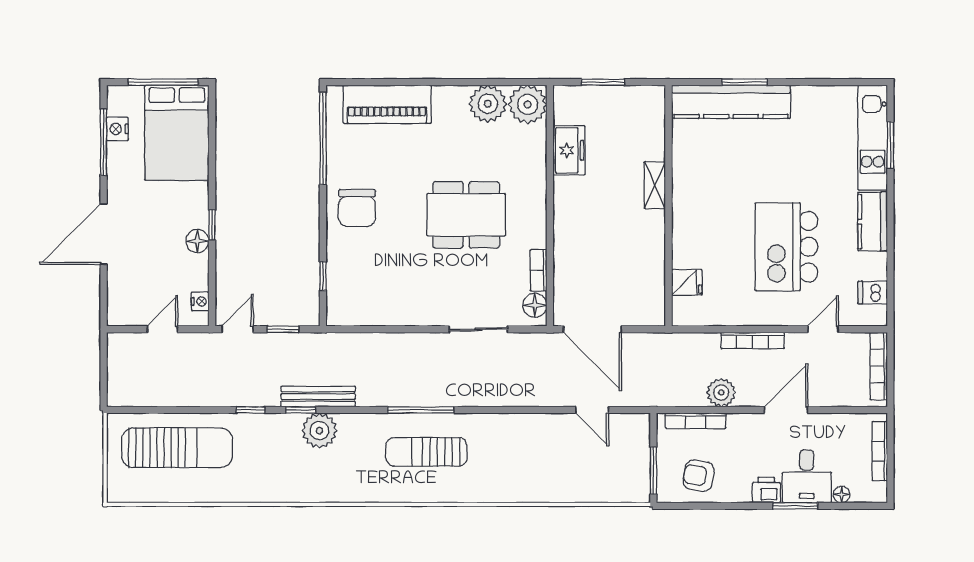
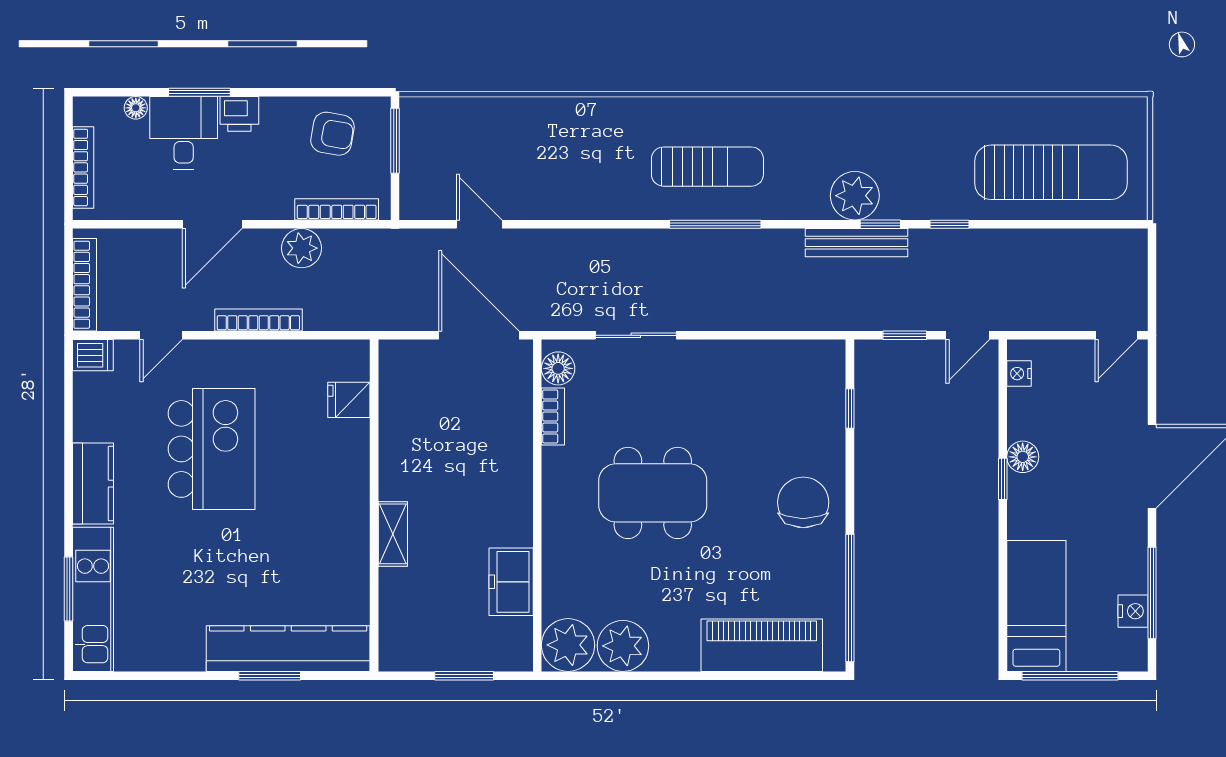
bed: (177, 133) -> (1036, 606), width x0.67
dishwasher: (873, 293) -> (93, 355), moved
door: (162, 329) -> (1116, 335), moved
sun lounger: (177, 448) -> (1051, 172), turned 180

